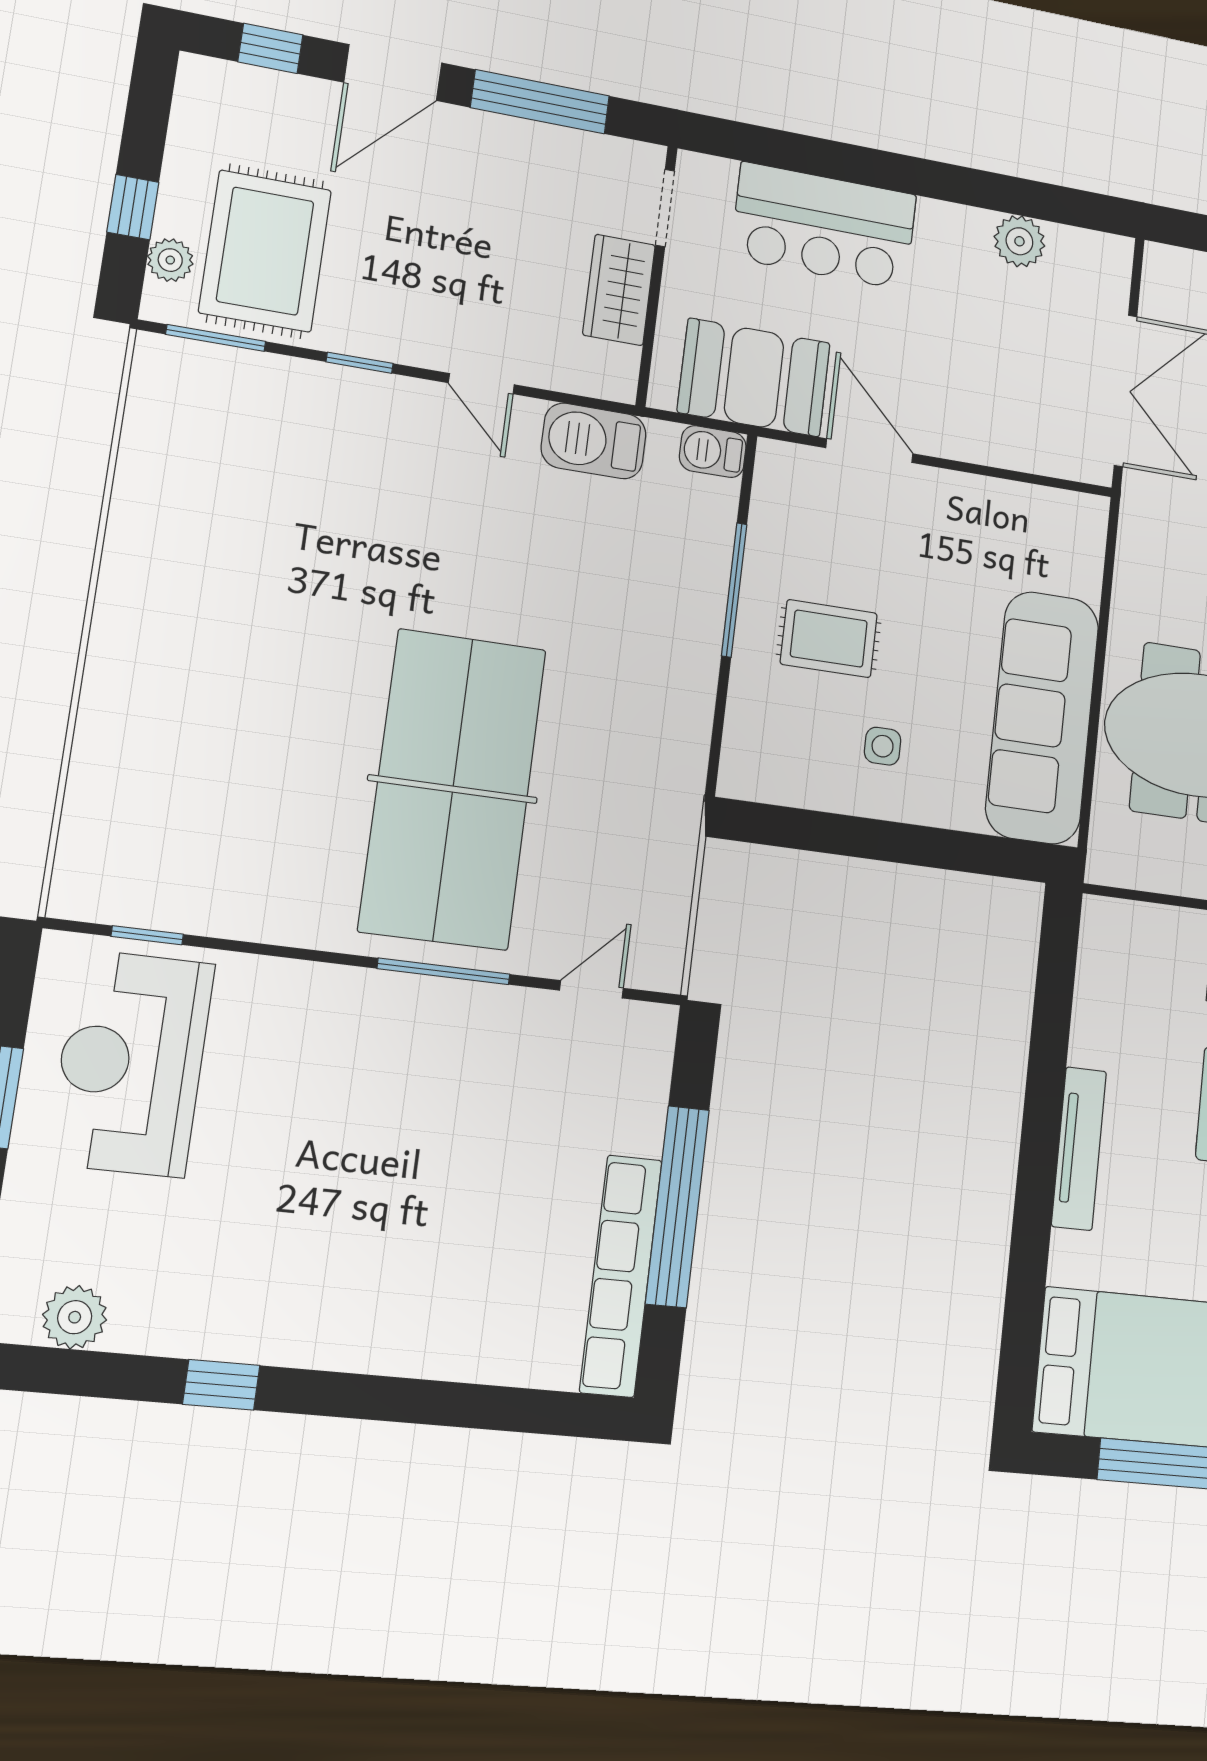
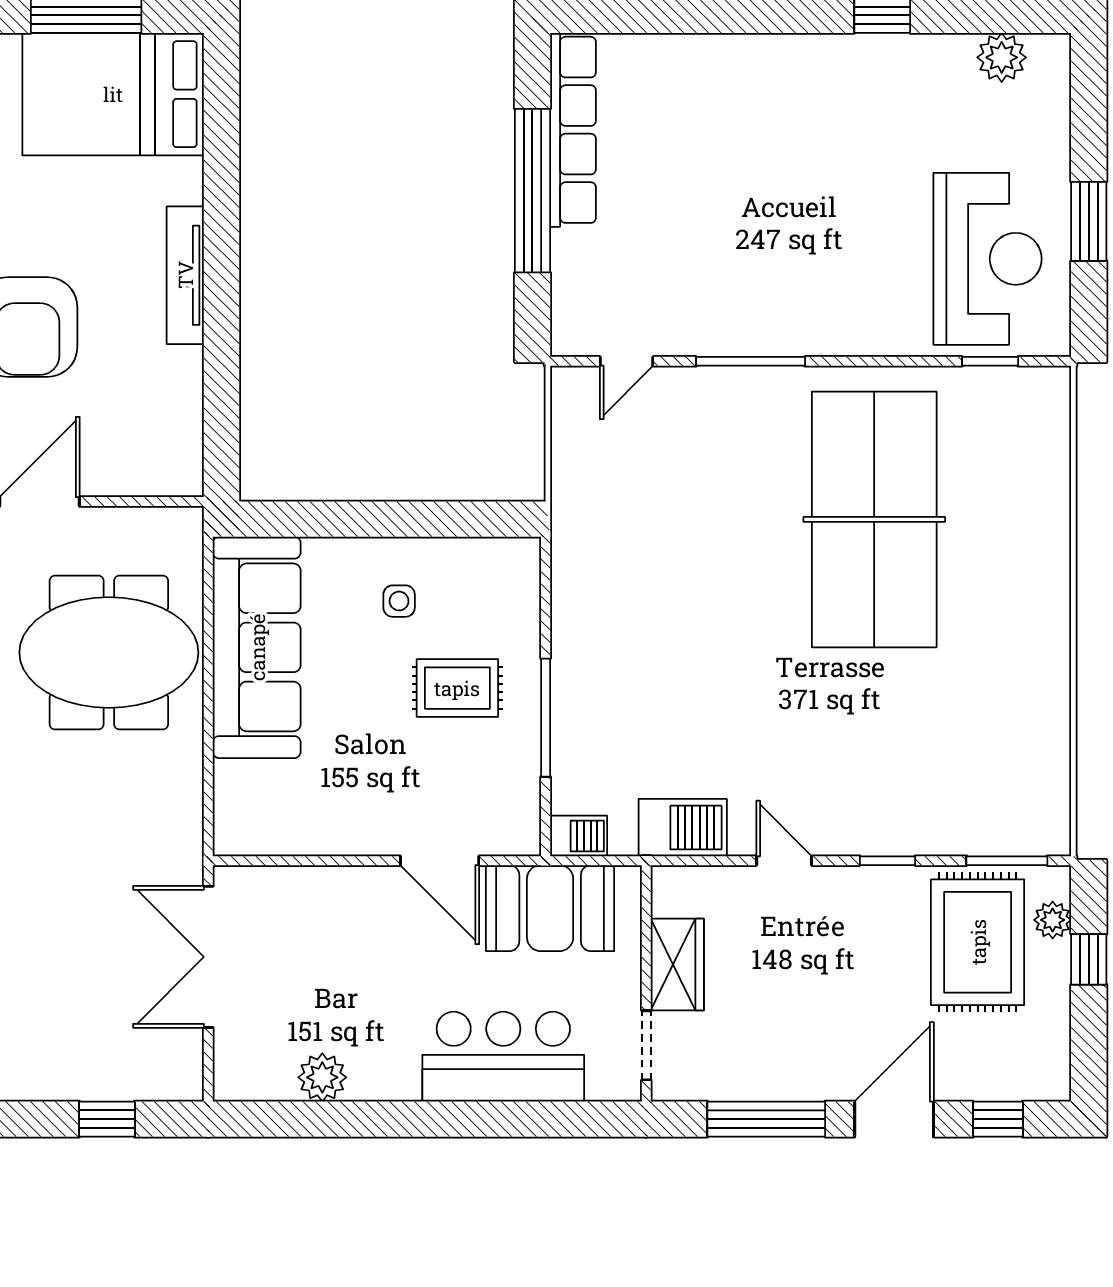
table tennis table: (453, 789) -> (874, 519), moved

